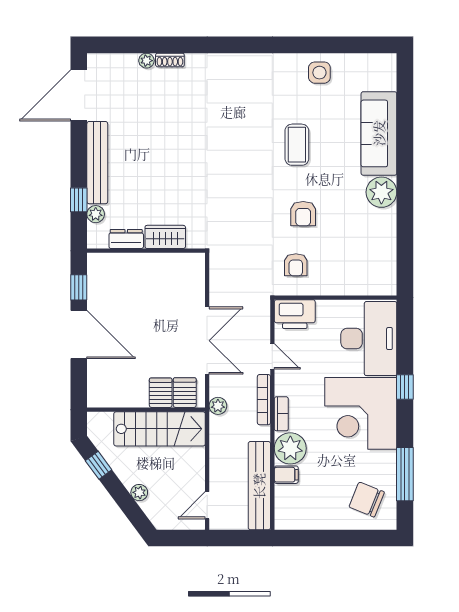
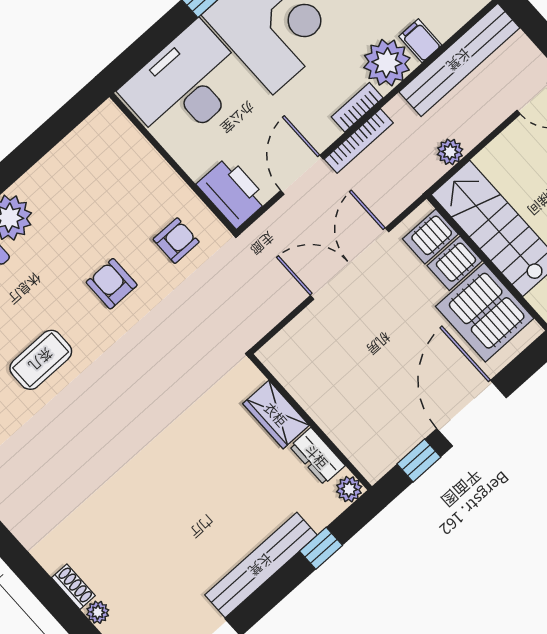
plant: (96, 214) -> (349, 489), moved
armchair: (303, 214) -> (112, 284), turned -90
door: (272, 356) -> (302, 175), width x1.38
server rack: (123, 386) -> (485, 312), added
plant: (218, 406) -> (450, 152), moved

